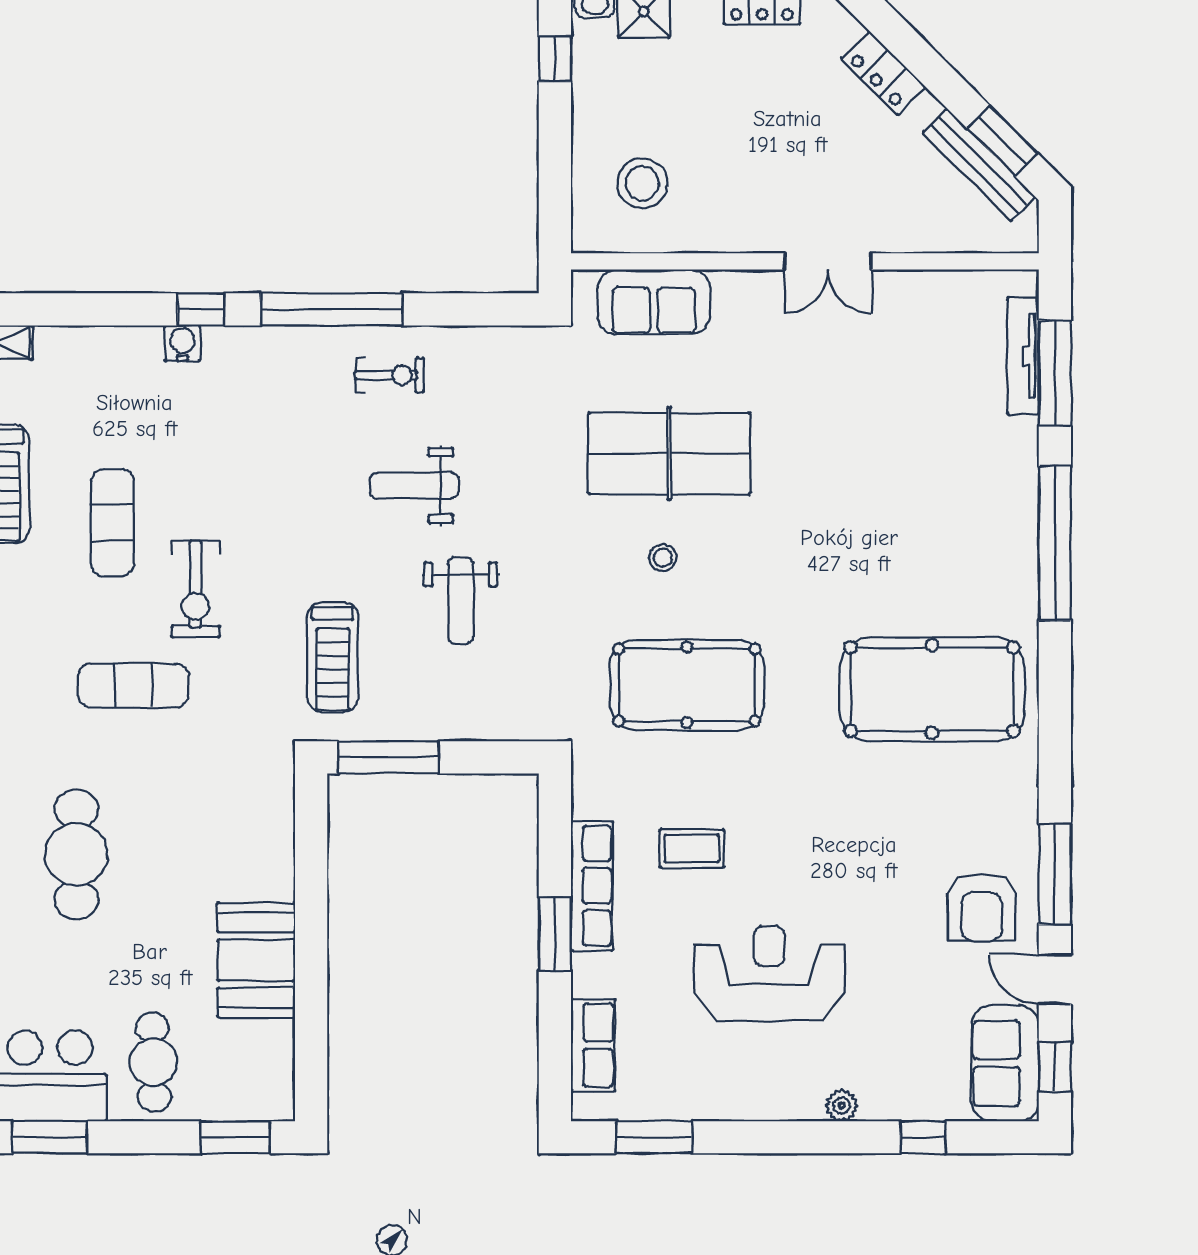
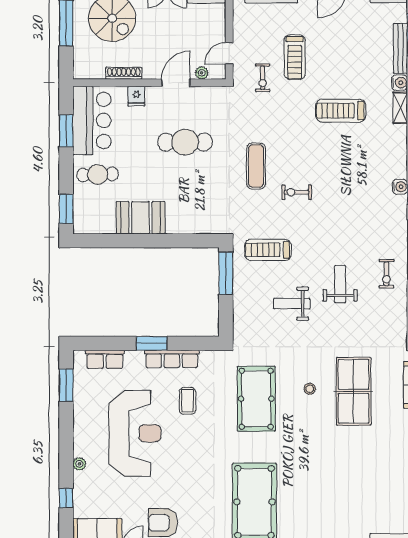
exercise mat: (112, 523) -> (324, 157), removed
exercise bike: (195, 589) -> (297, 192), width x0.73, depth x0.72
reception desk: (769, 974) -> (135, 433), width x1.36, depth x1.30

